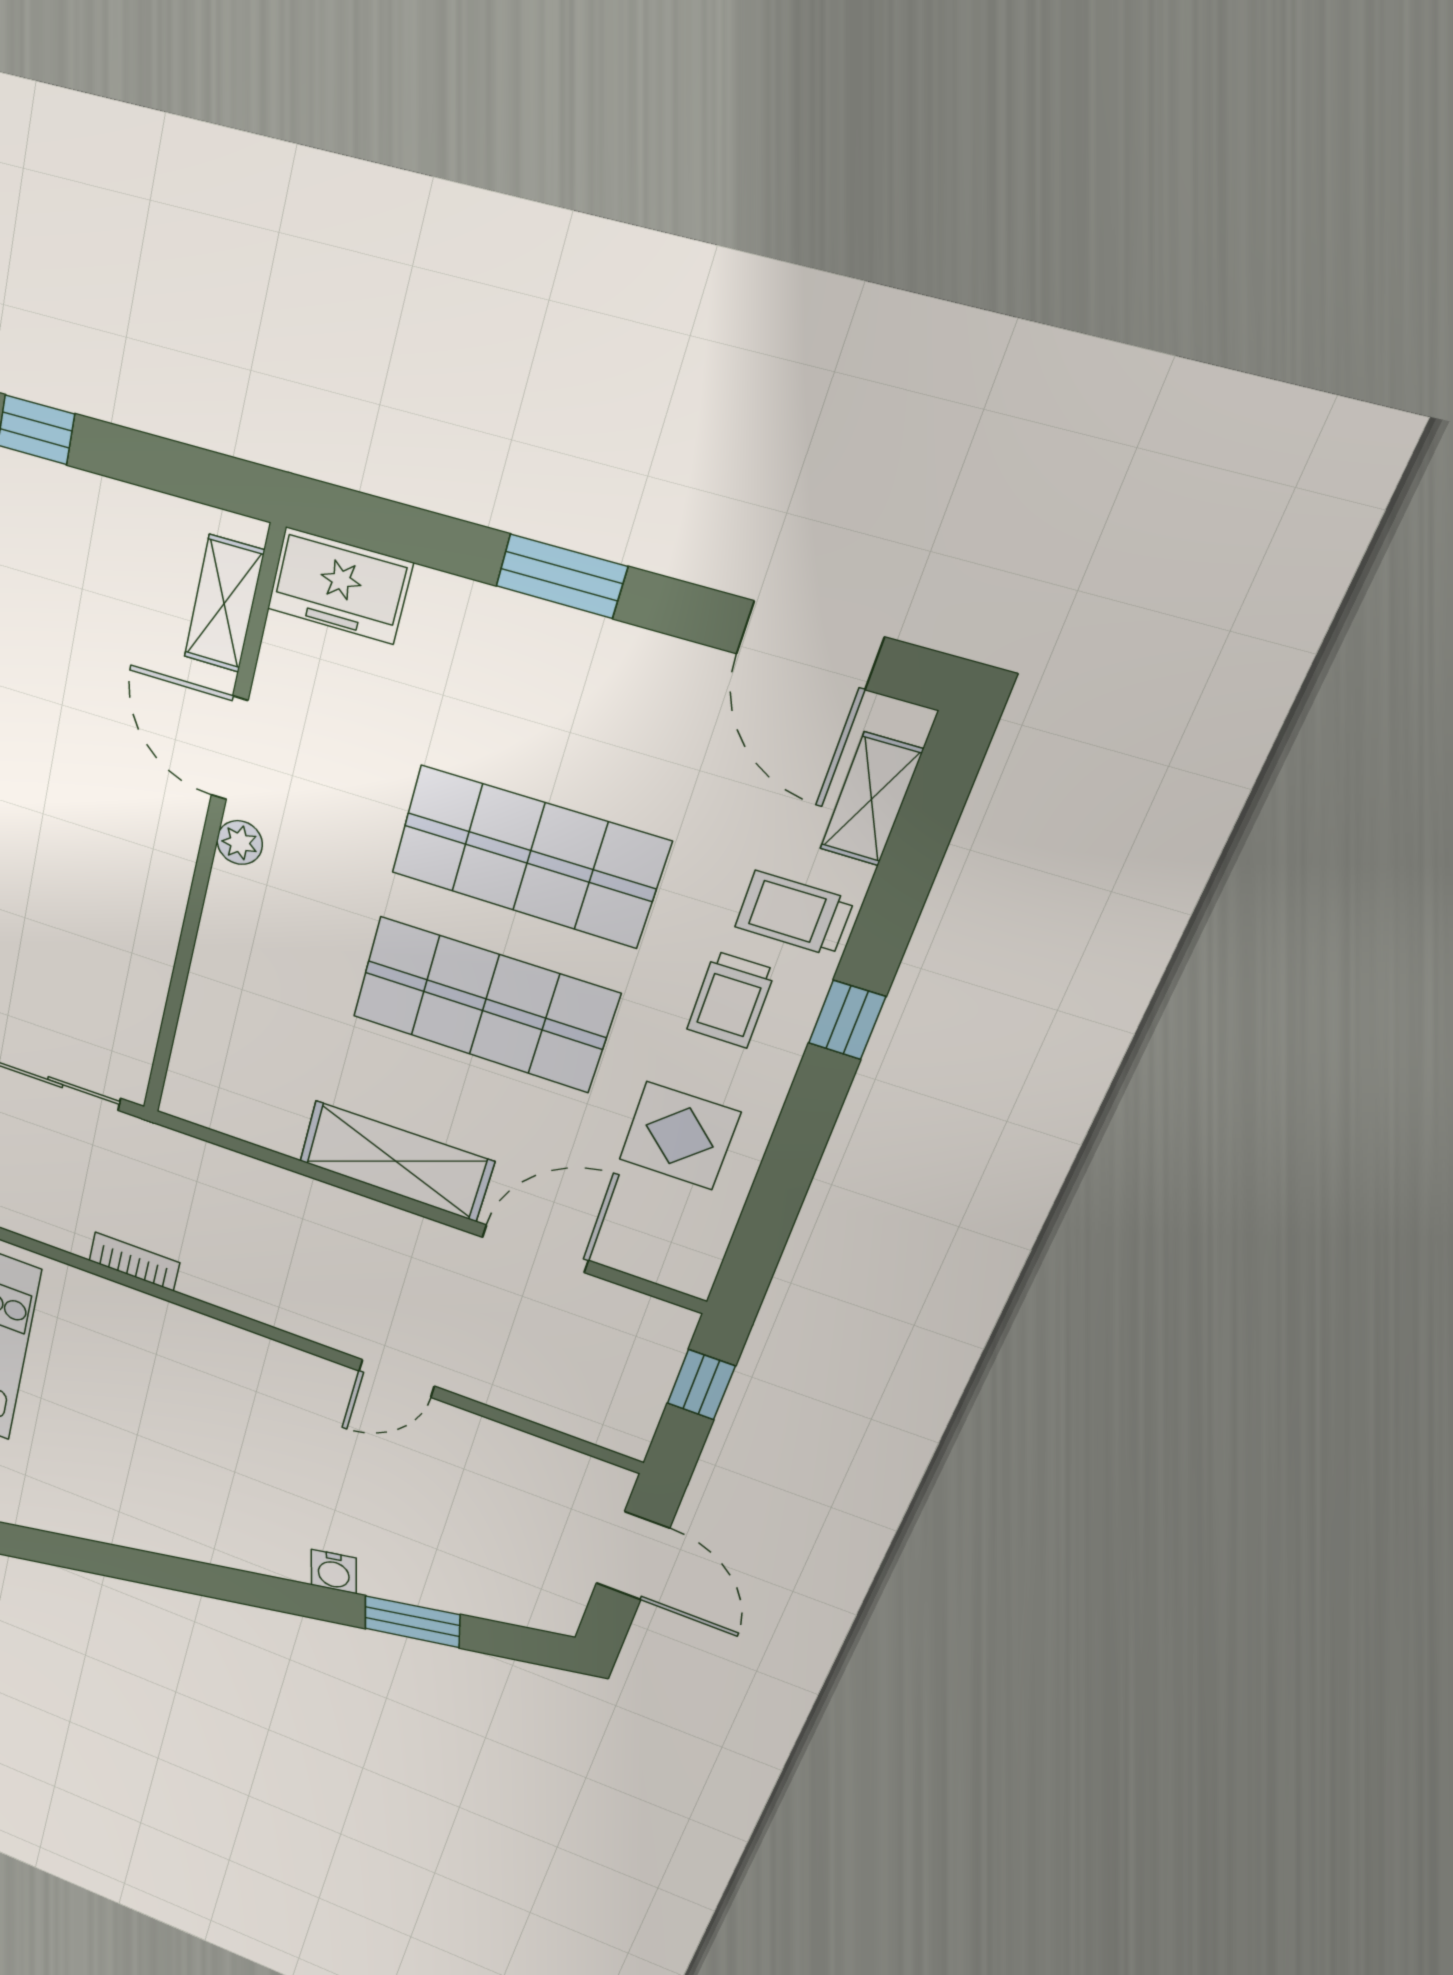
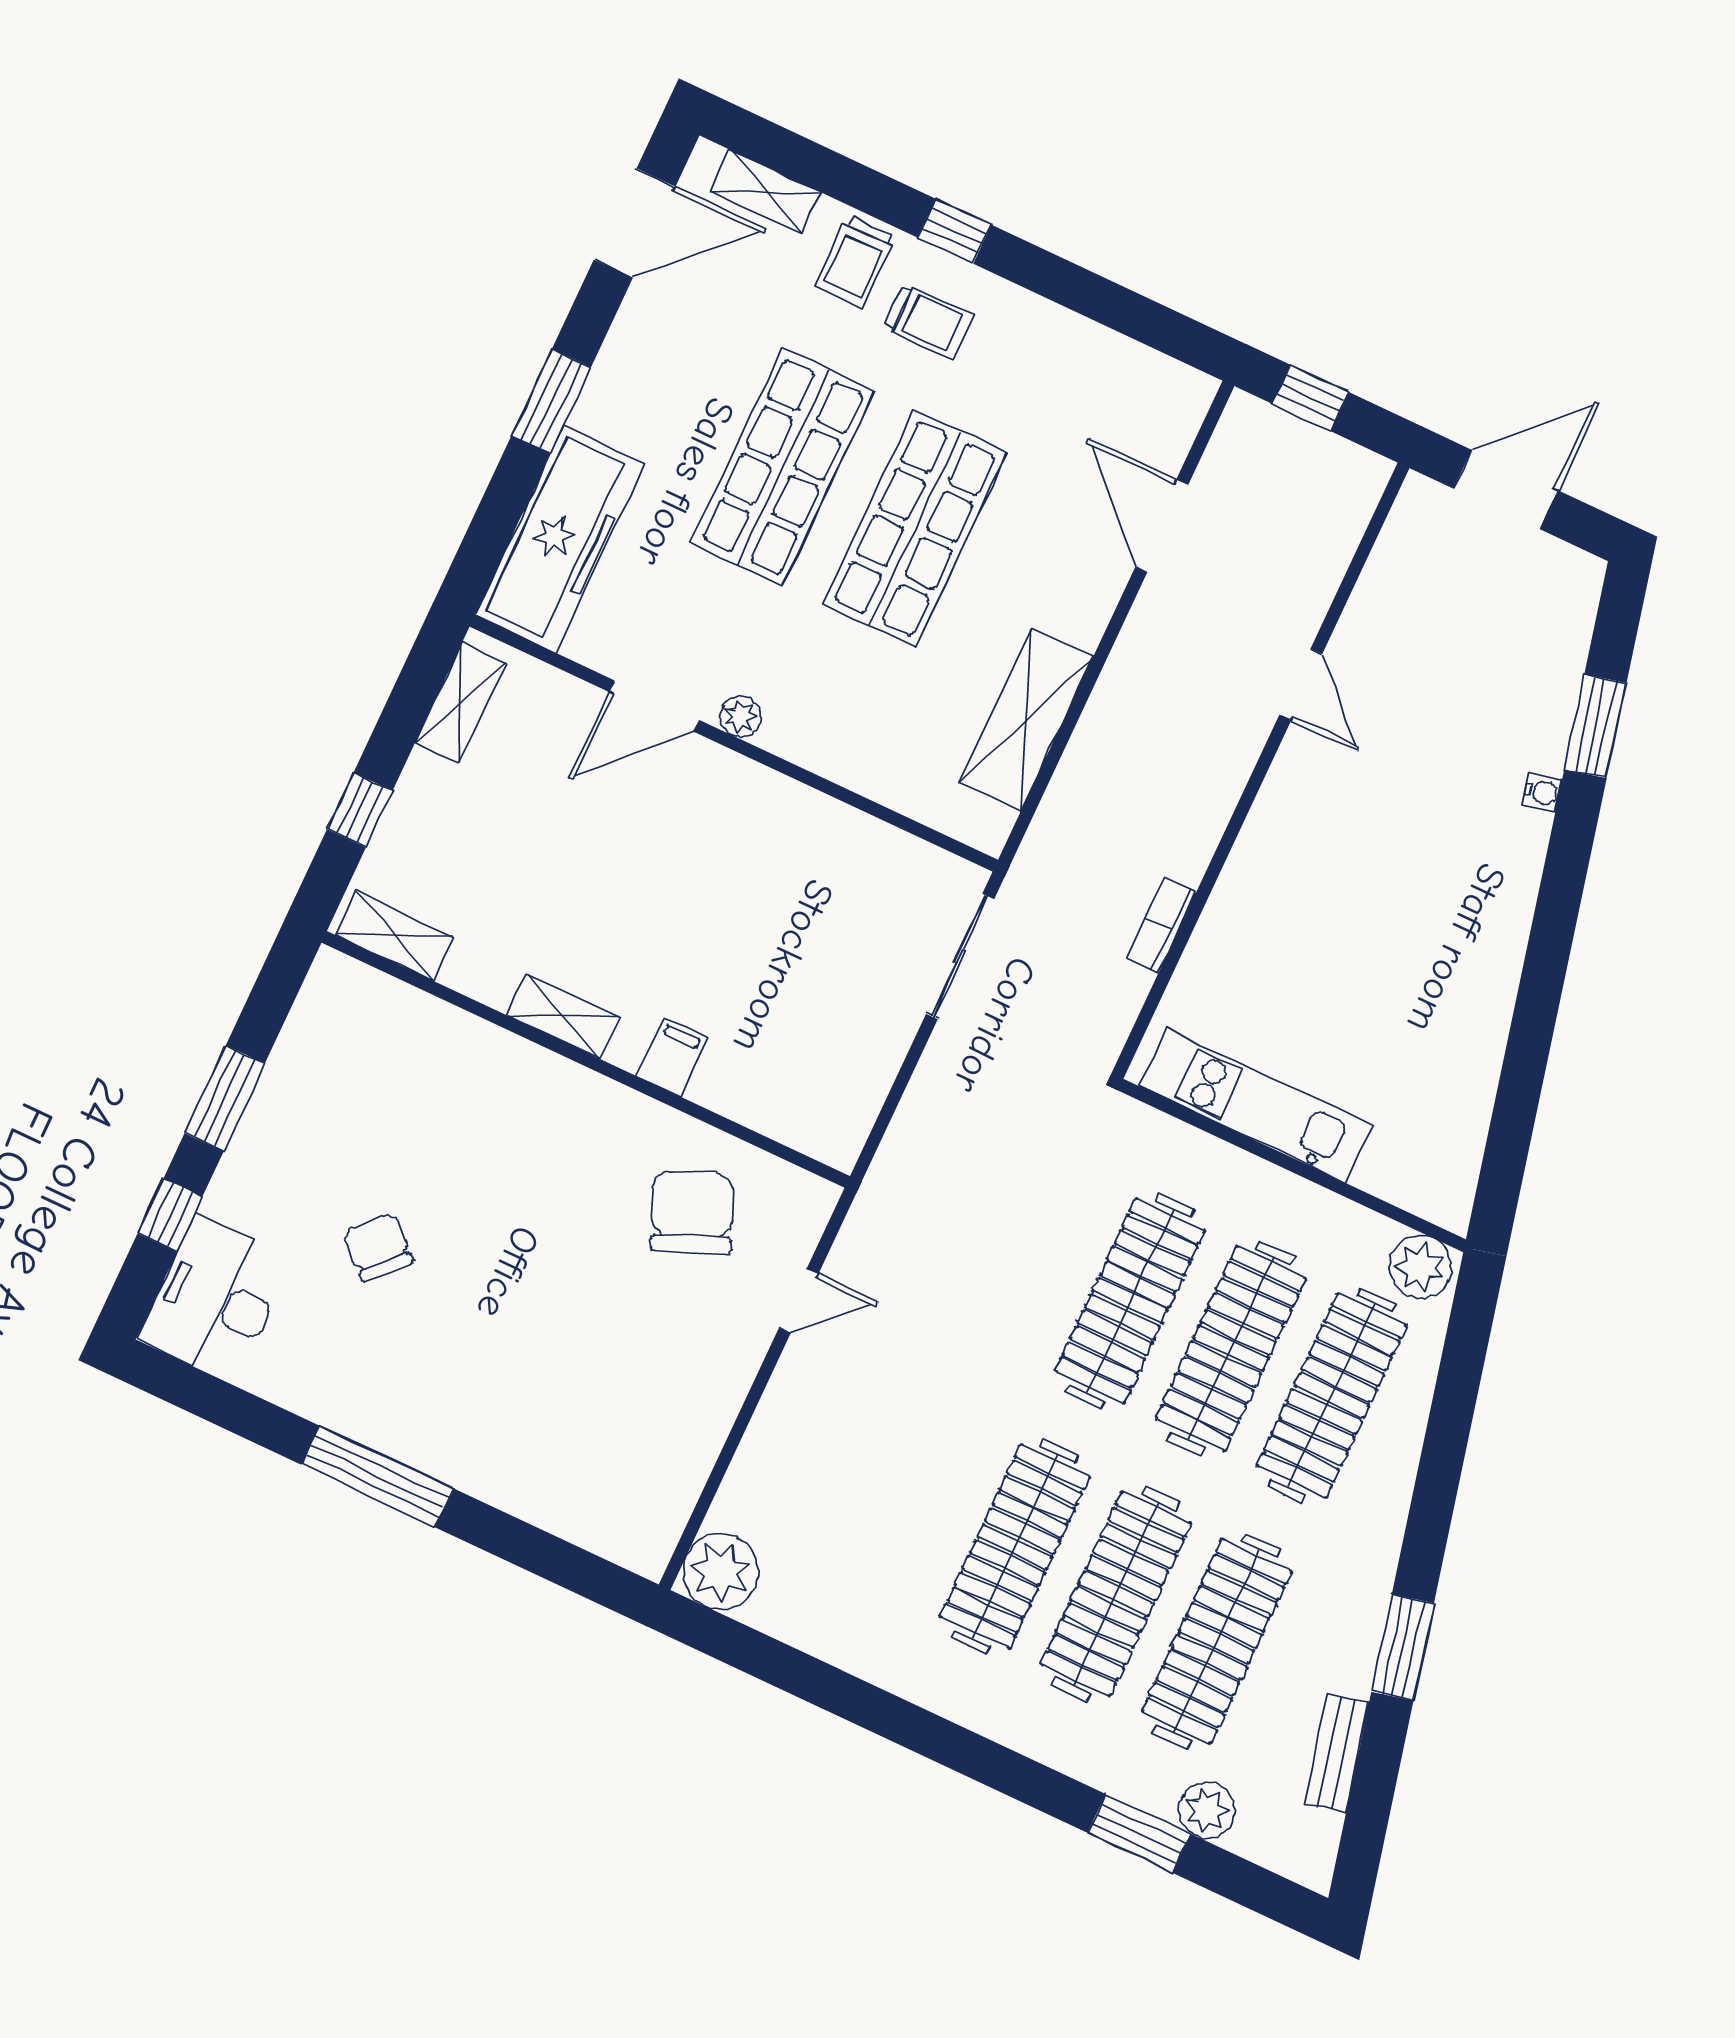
freezer: (340, 586) -> (560, 539), width x1.91, depth x1.26
shelving: (224, 604) -> (461, 703), moved, turned 90
display table: (679, 1136) -> (1054, 381), removed
shelving: (396, 1161) -> (1026, 720), moved
water cooler: (334, 1572) -> (1542, 793), width x0.72, depth x0.72

